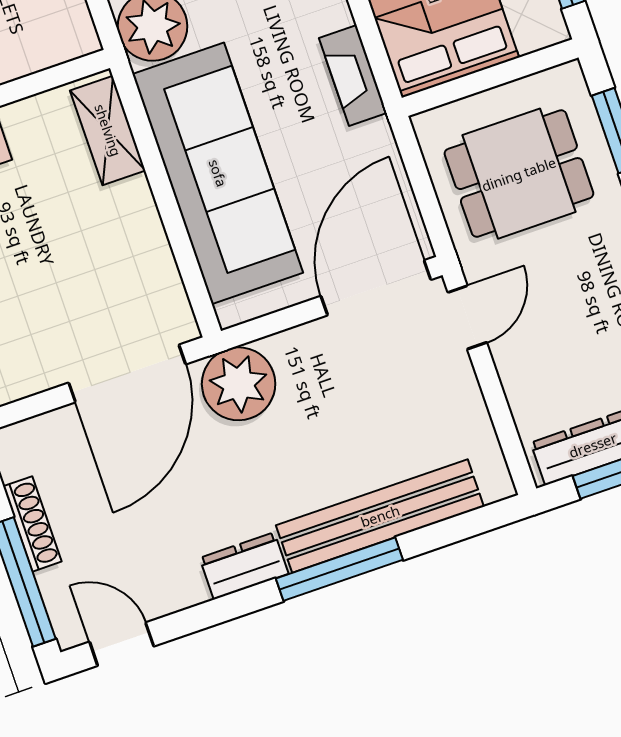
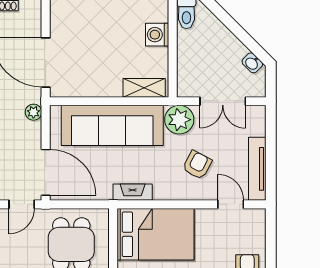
door: (467, 317) -> (22, 204), hinge flipped
plant: (239, 384) -> (33, 112), width x0.53, depth x0.53

